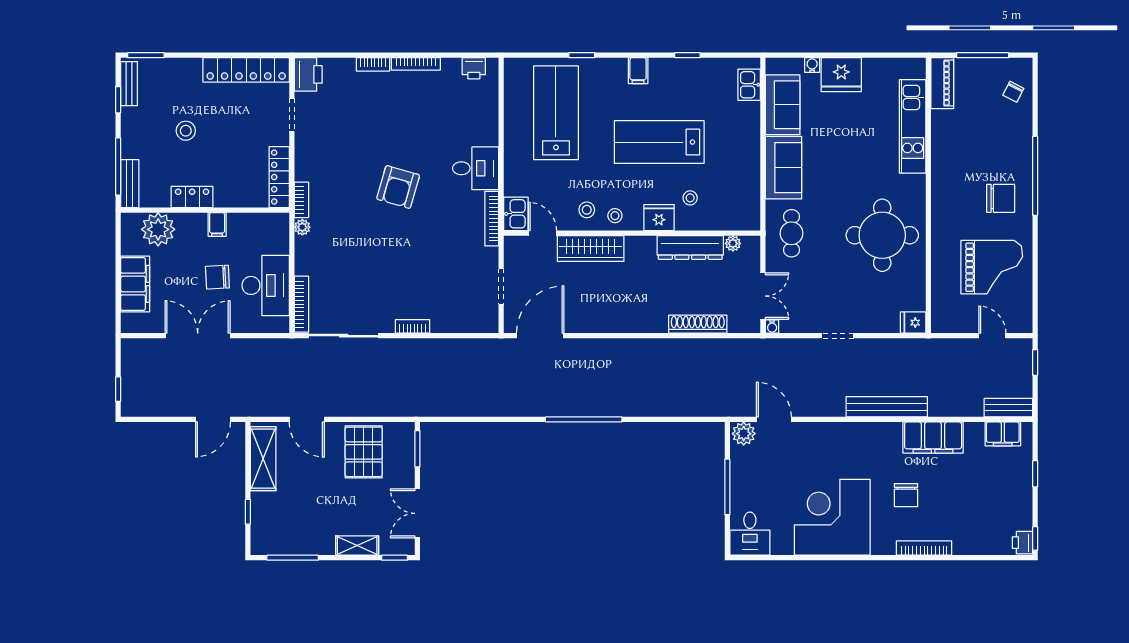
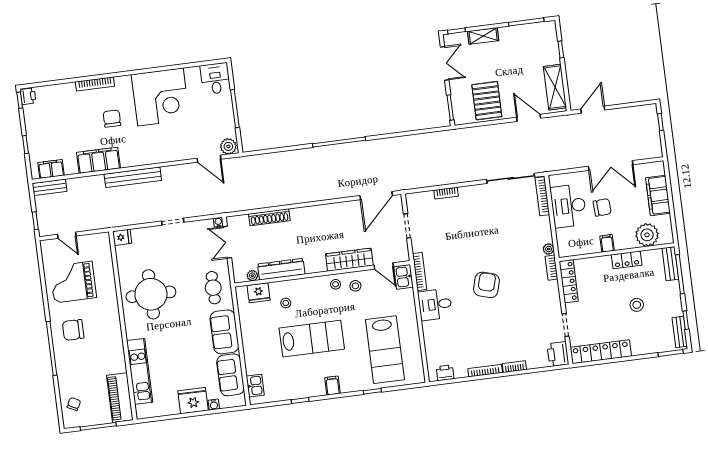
piano: (942, 83) -> (120, 398), width x1.37, depth x1.33
fridge: (659, 218) -> (259, 293), moved
bookcase: (412, 326) -> (446, 193), moved

